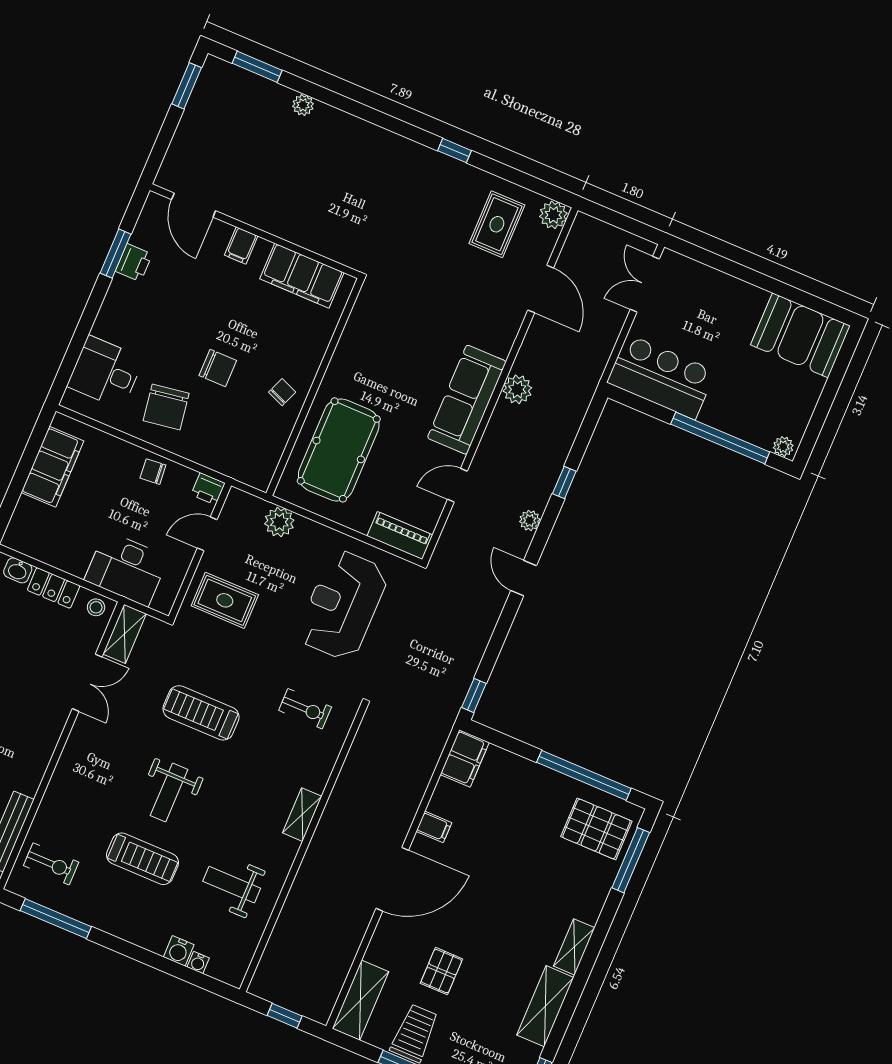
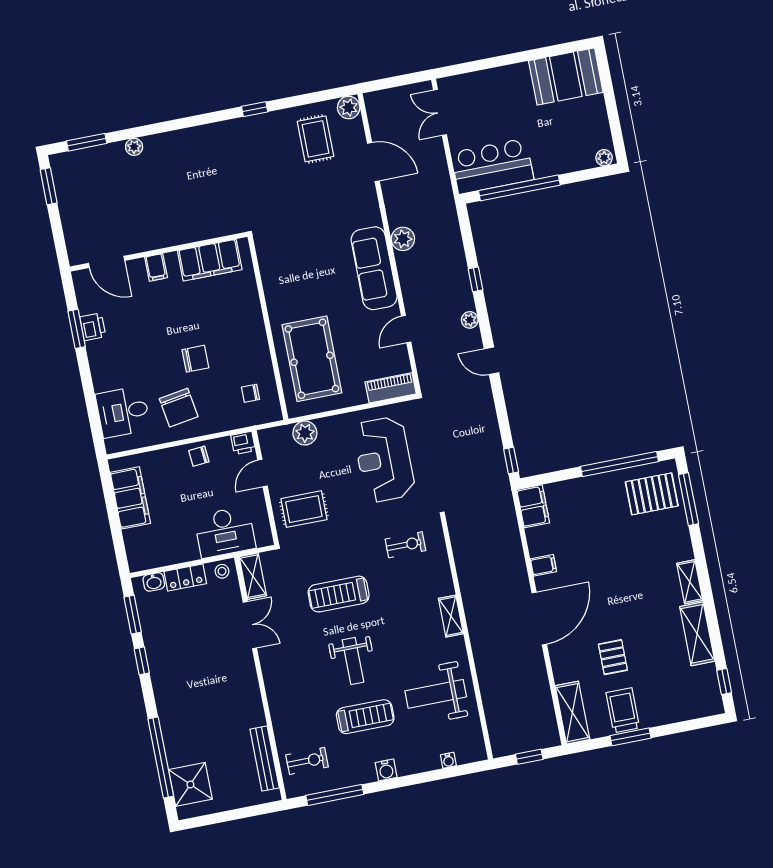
chair: (282, 392) -> (250, 393), moved, turned -112
window: (720, 438) -> (519, 188), moved
weight bench: (232, 885) -> (436, 694), width x1.36, depth x1.33
water cooler: (179, 951) -> (386, 770), moved

